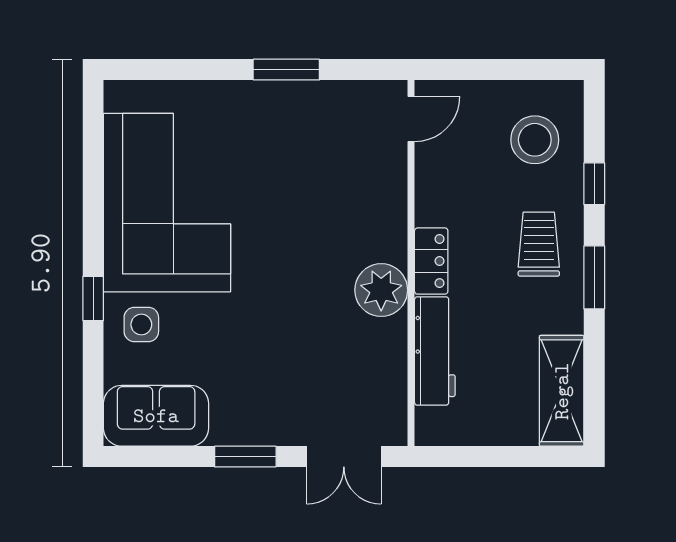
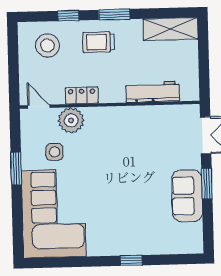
corner sofa: (167, 203) -> (54, 214), moved, turned 90
locker: (431, 261) -> (82, 95), moved
plant: (381, 290) -> (71, 120), moved
side table: (141, 324) -> (54, 152), moved
sofa: (156, 416) -> (187, 196), moved

